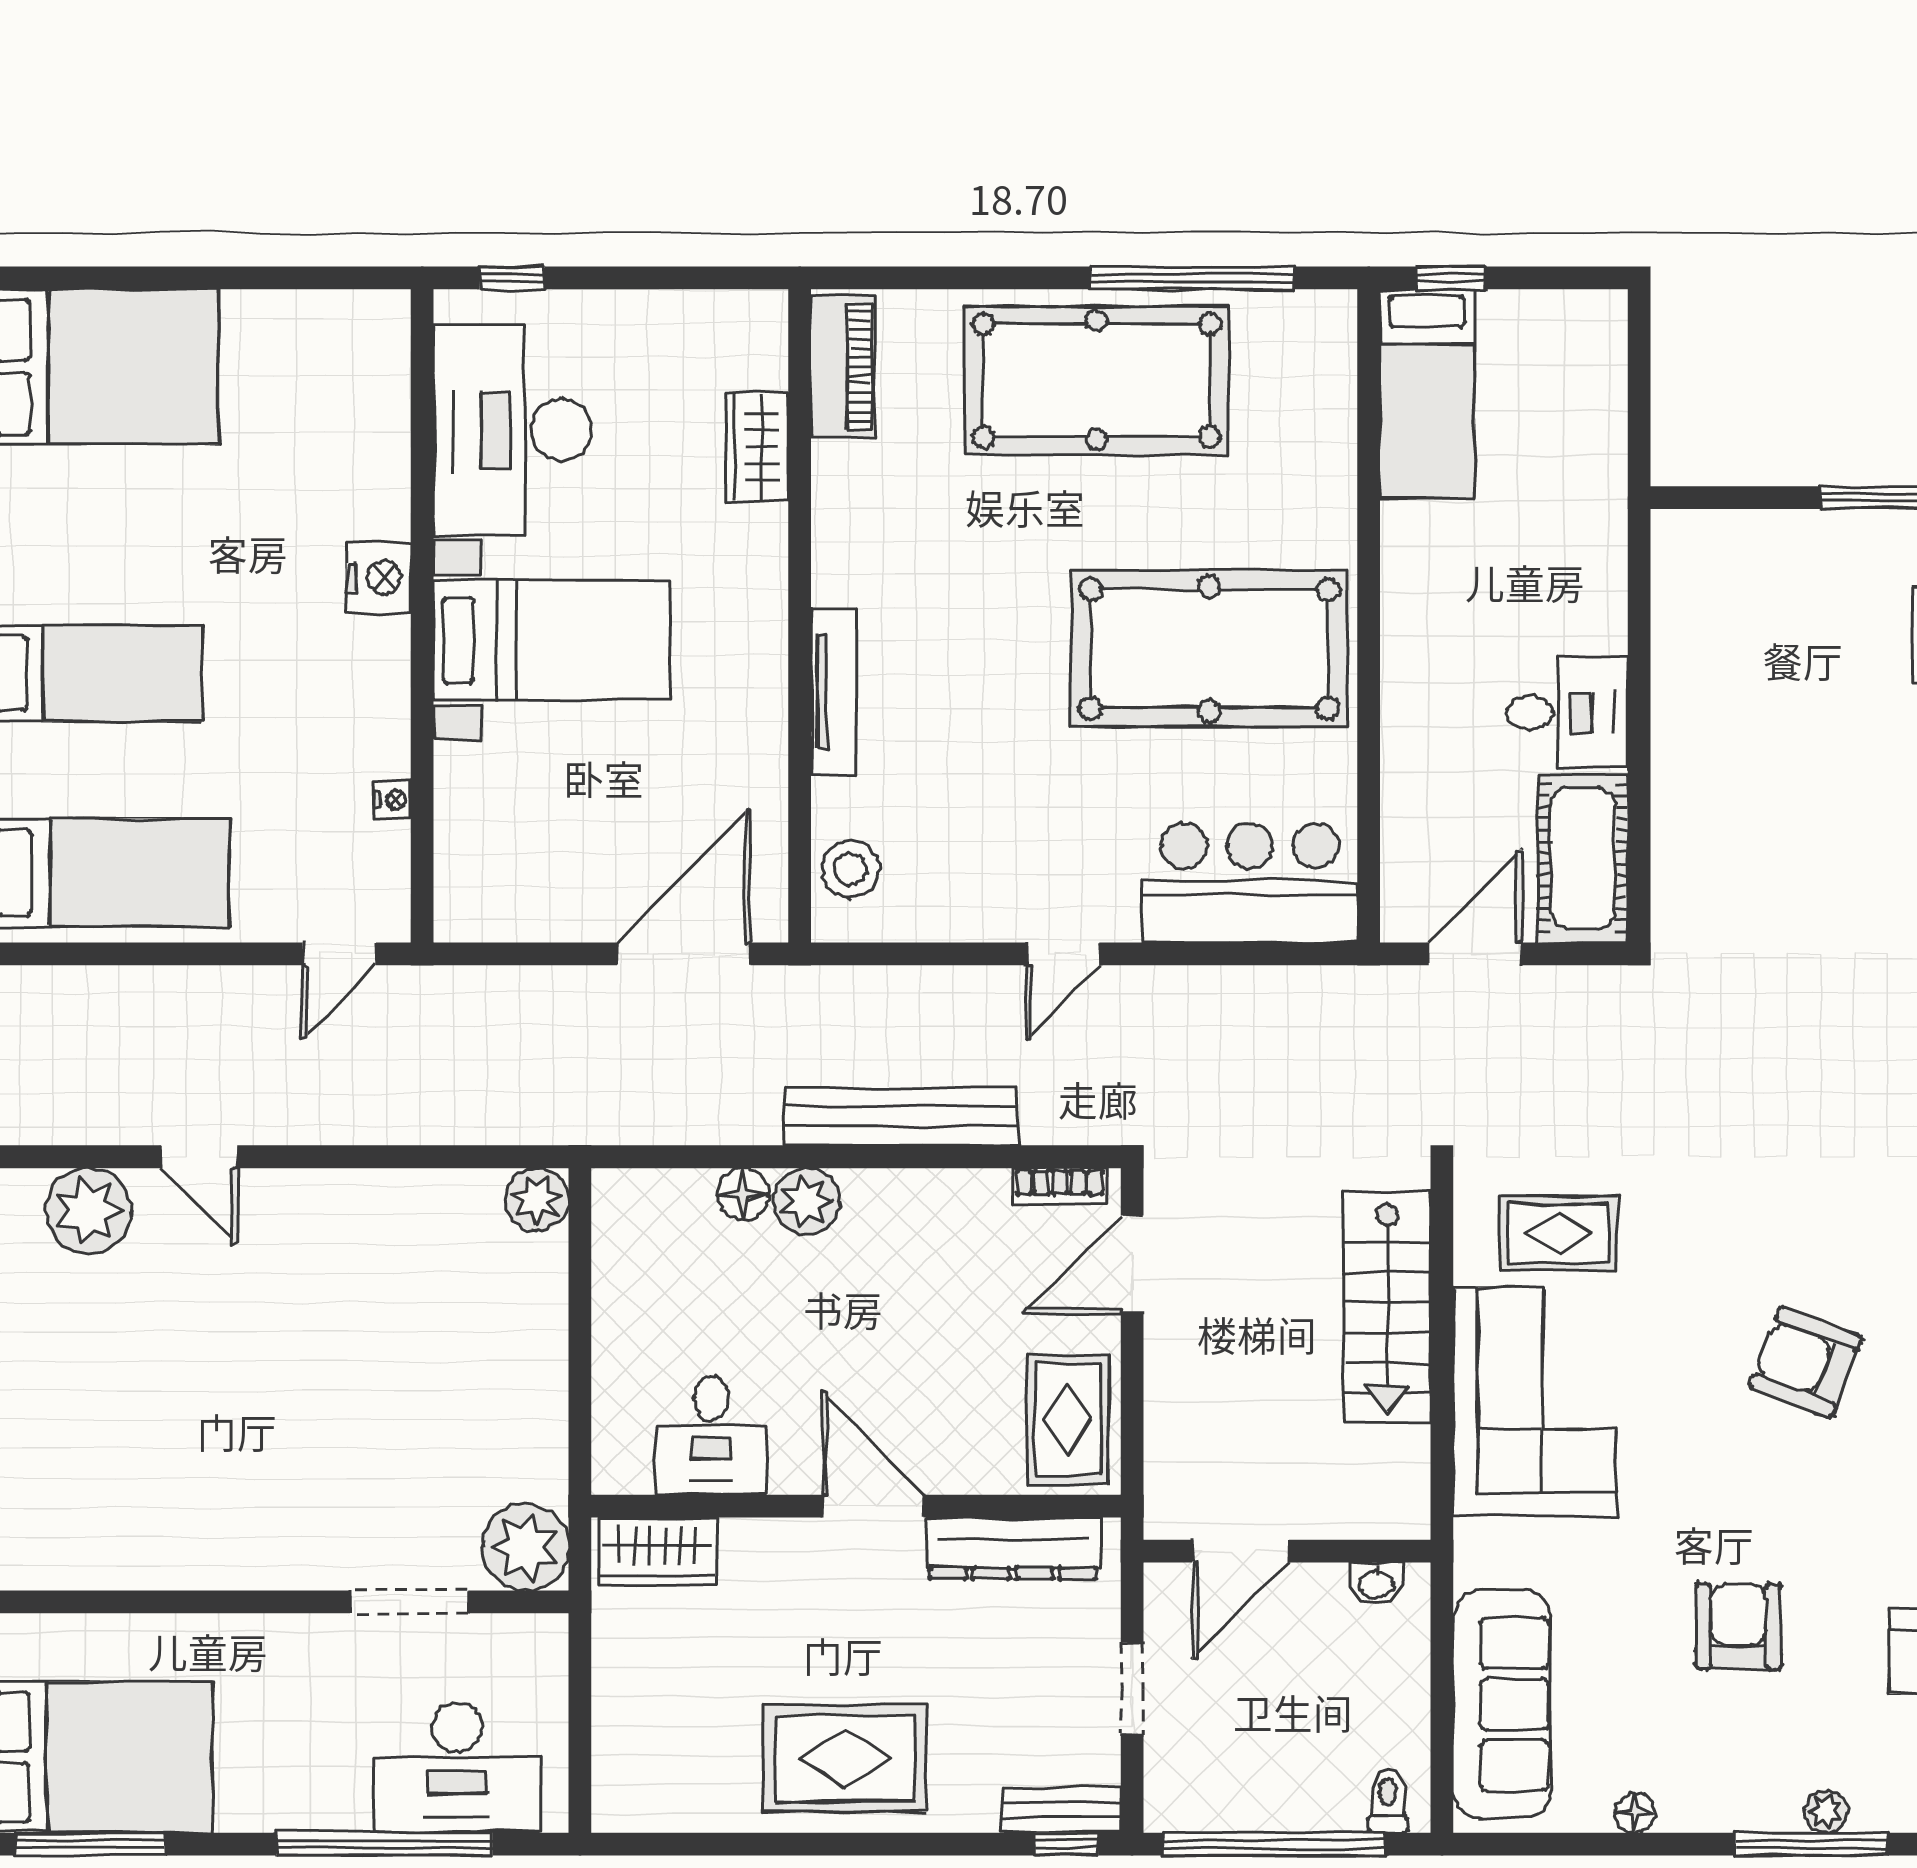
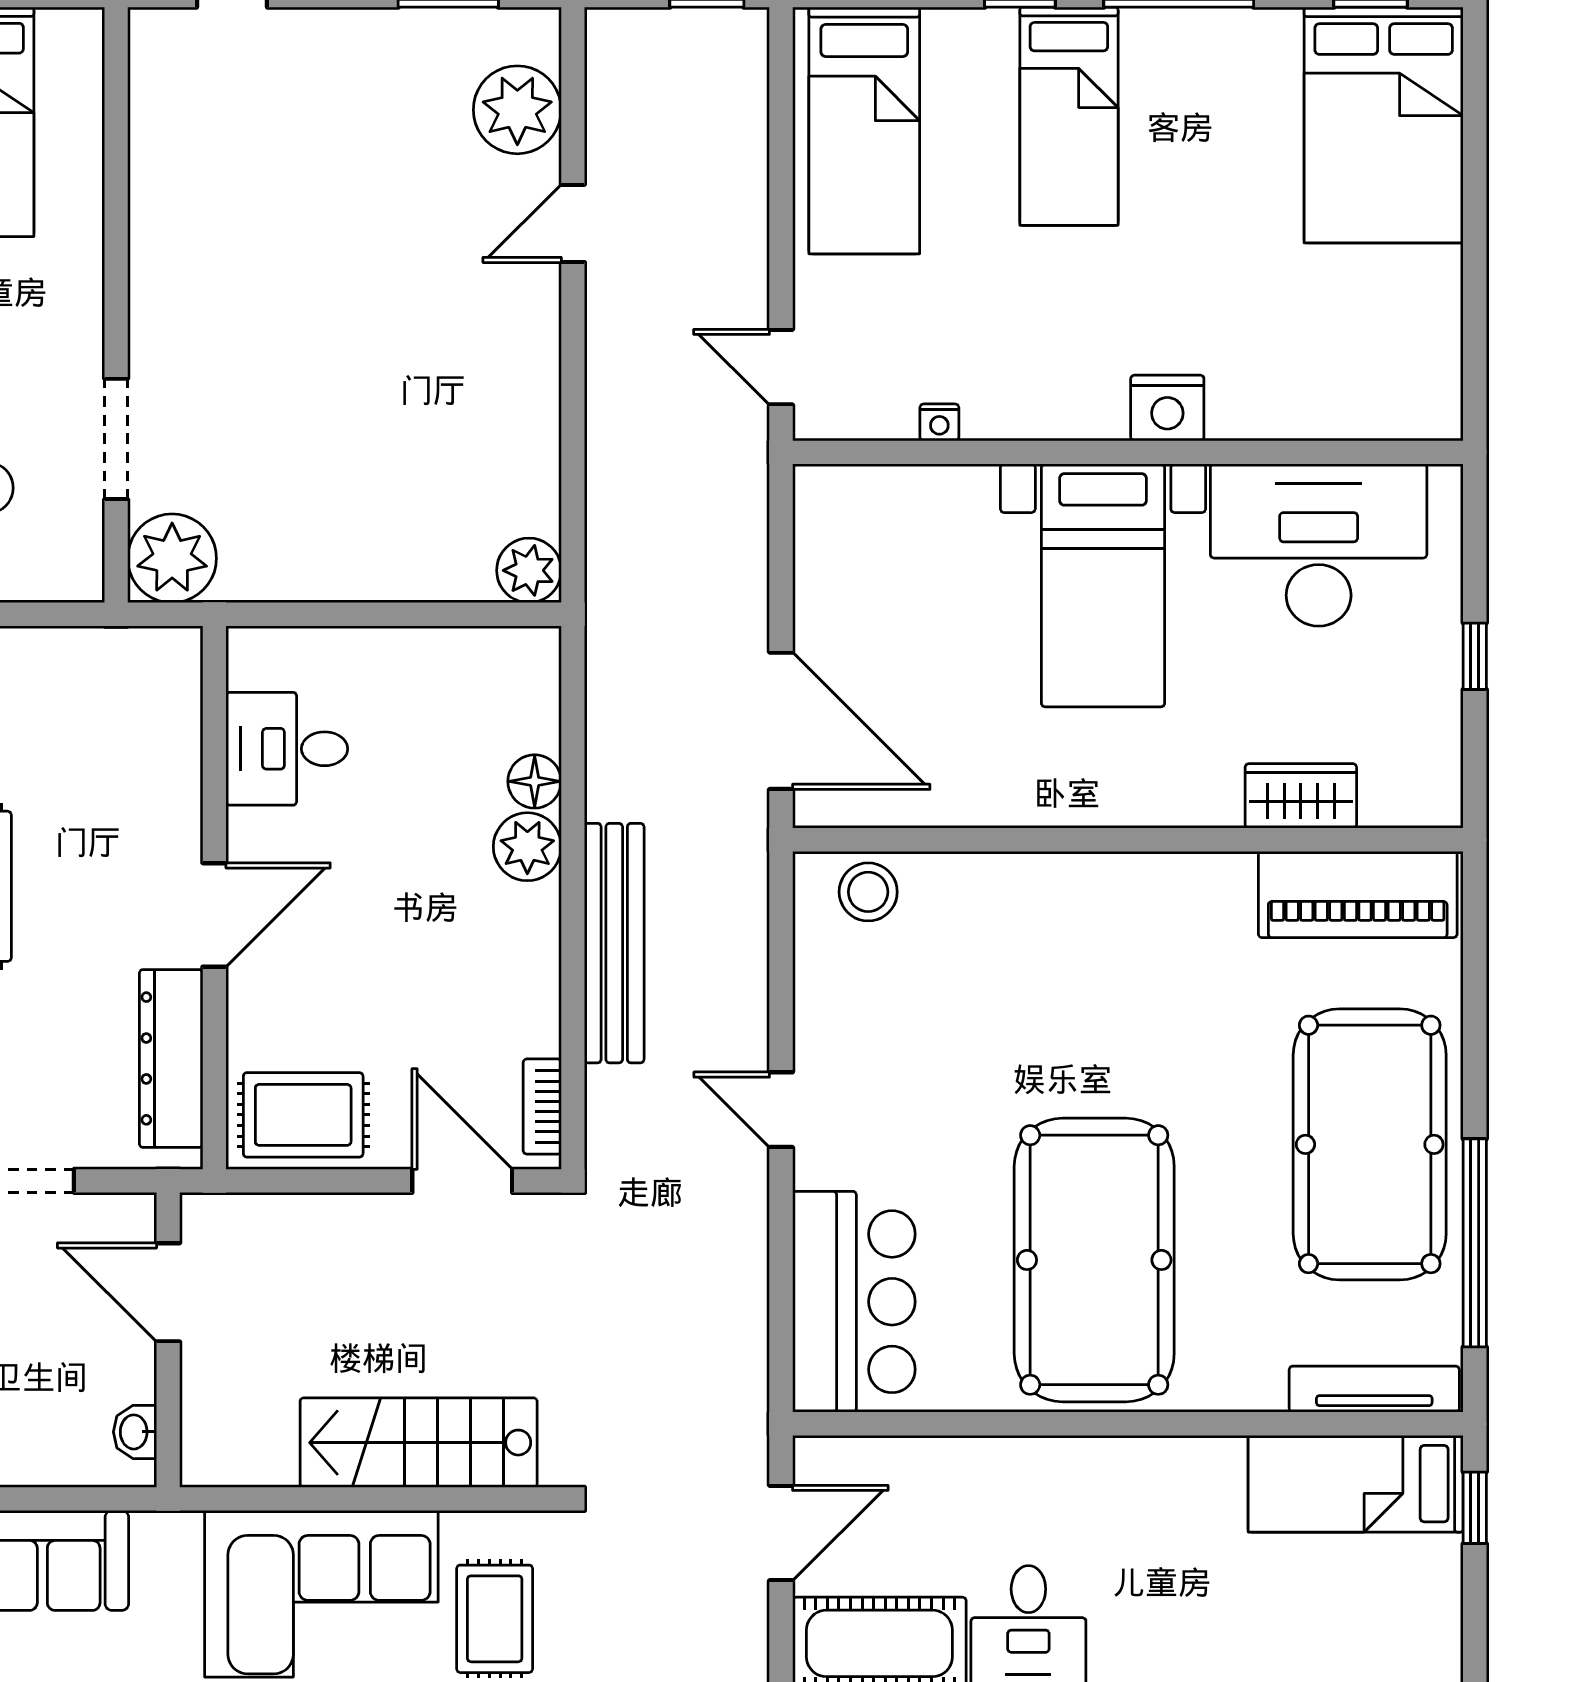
window: (512, 278) -> (1475, 656), moved
piano: (843, 366) -> (1358, 894), width x1.37, depth x1.33
tv unit: (833, 691) -> (1374, 1389), moved, turned 180
door: (1475, 954) -> (781, 1533), hinge flipped
wardrobe: (657, 1551) -> (168, 694), removed

